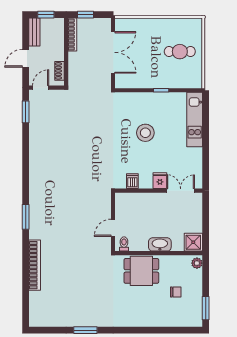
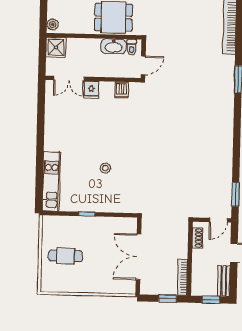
stool: (145, 133) -> (105, 168), width x0.53, depth x0.53
dishwasher: (132, 181) -> (121, 90), moved
fridge: (160, 181) -> (91, 90), moved
wall: (159, 191) -> (93, 79), moved
double door: (181, 191) -> (69, 78), moved
washbasin: (160, 244) -> (113, 46), moved

